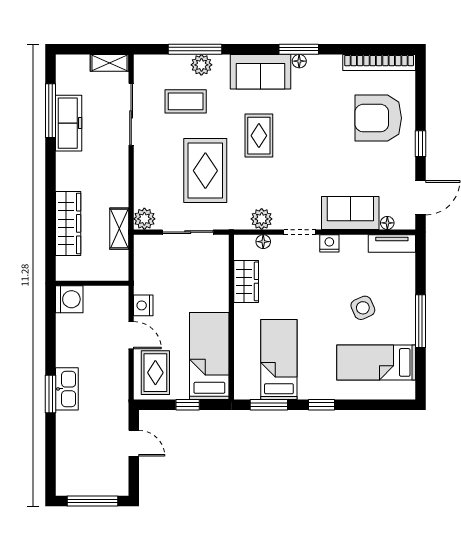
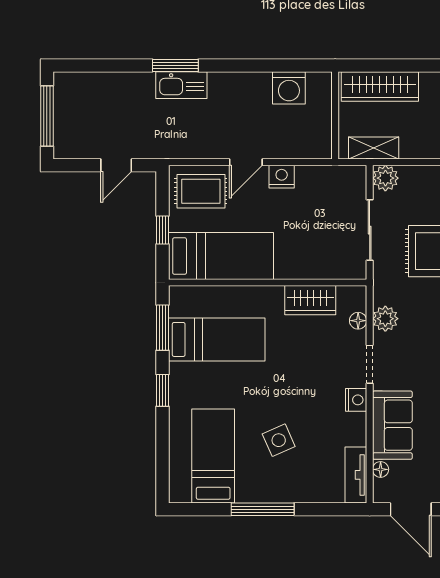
wall: (92, 283) -> (335, 115), moved

